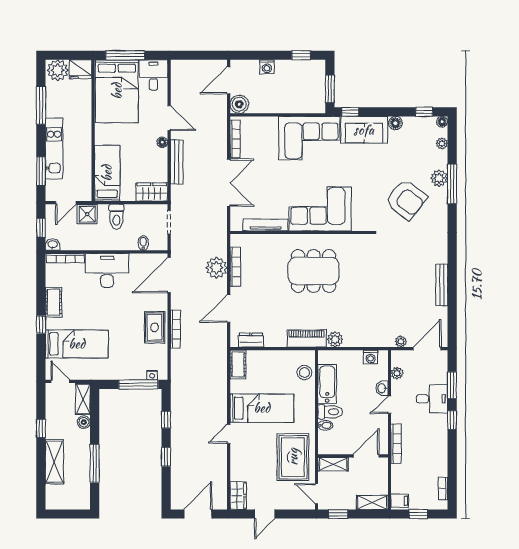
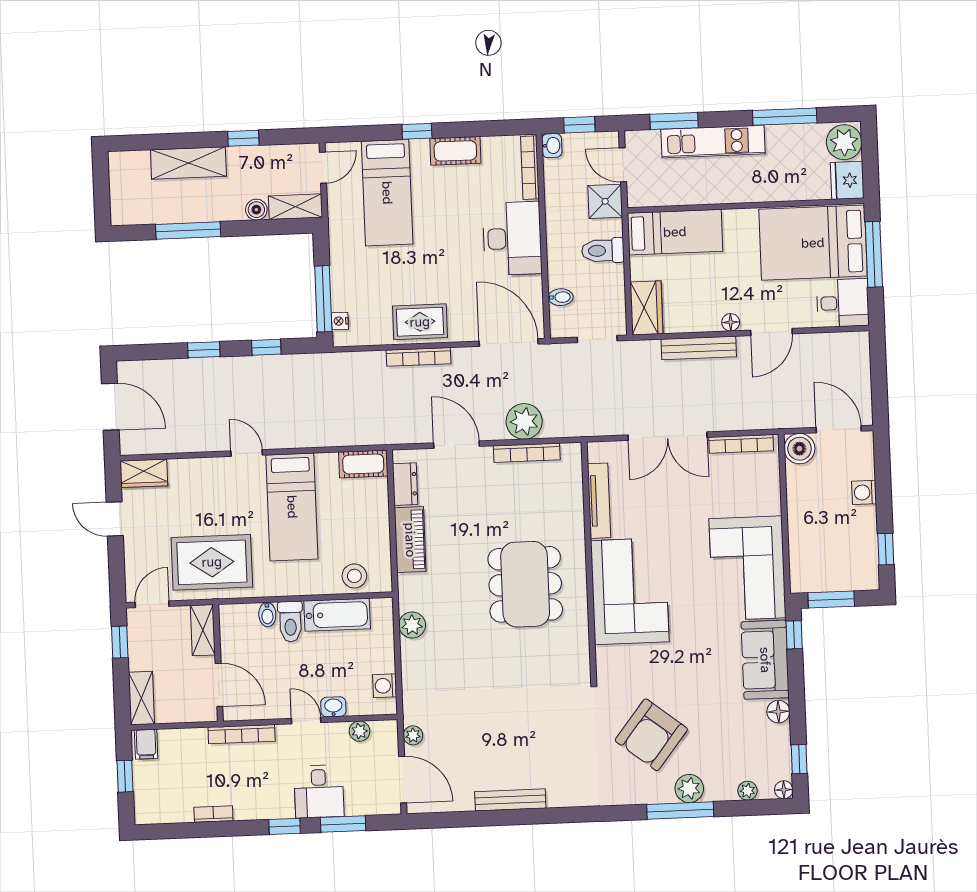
piano: (307, 339) -> (410, 540), moved
bookcase: (443, 488) -> (213, 814), moved

